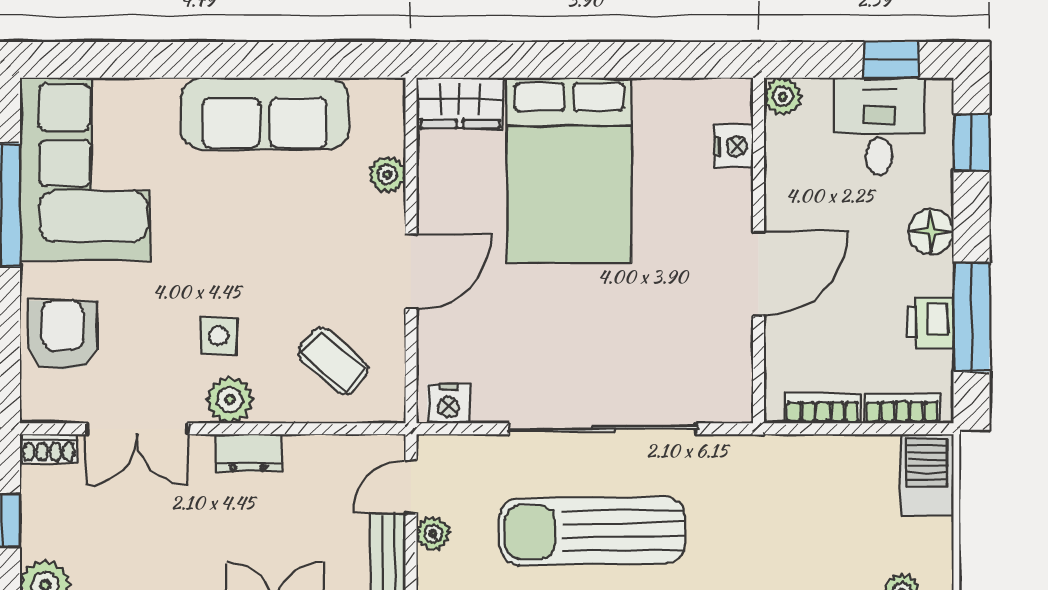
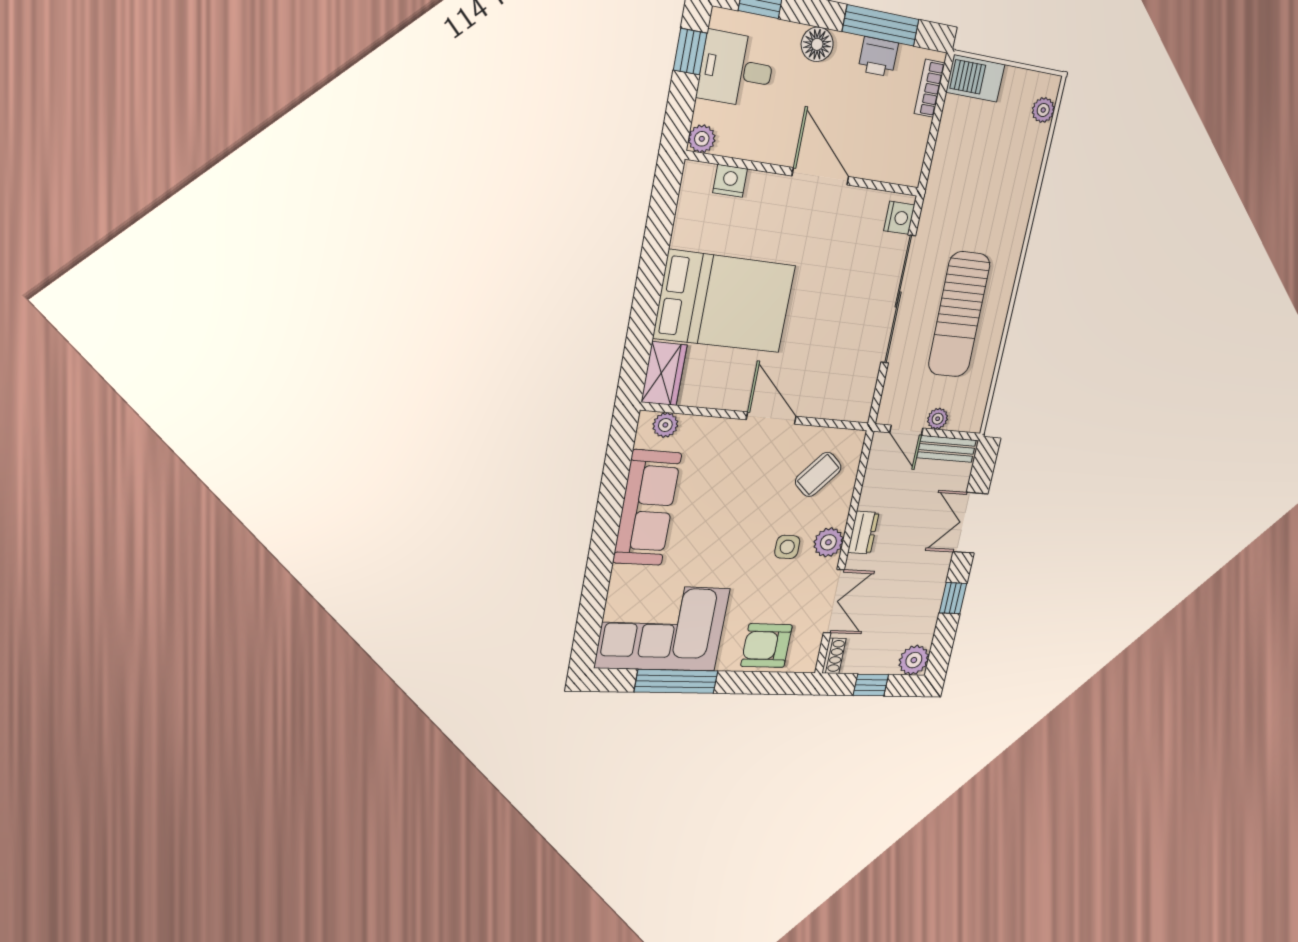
plant: (387, 175) -> (665, 425), moved
nightstand: (449, 404) -> (899, 218), moved
bookcase: (823, 408) -> (918, 145), removed

